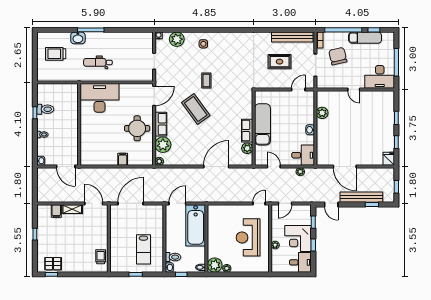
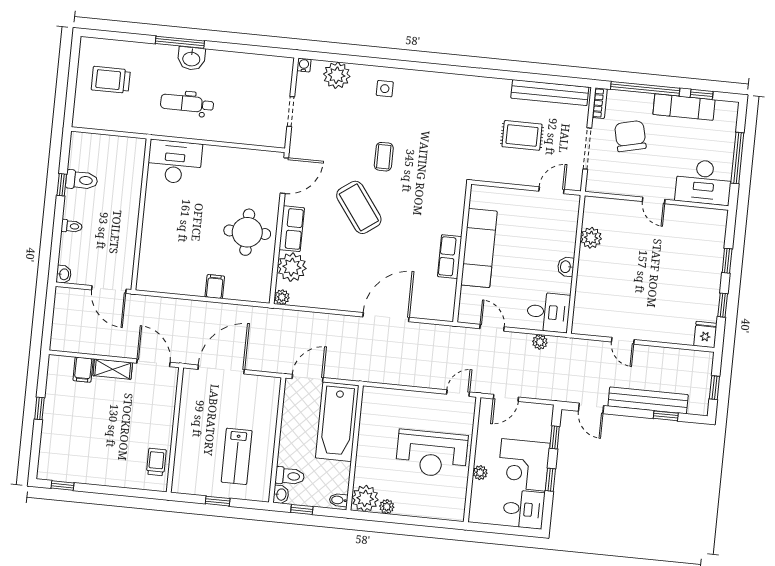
washbasin: (78, 38) -> (191, 58), moved
desk: (99, 98) -> (175, 162), width x0.73, depth x0.77
plant: (247, 148) -> (446, 289), removed
door: (345, 167) -> (623, 341), width x0.53
reception desk: (248, 237) -> (432, 454), turned -90
pallet: (53, 264) -> (67, 466), removed

